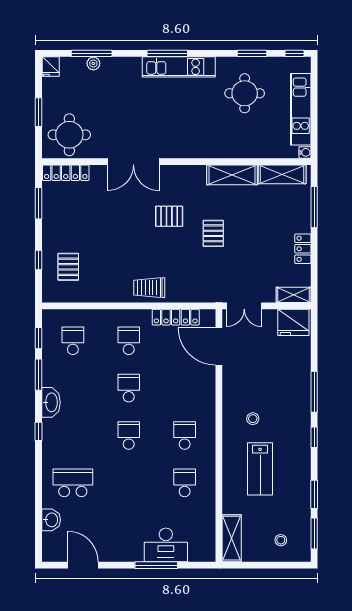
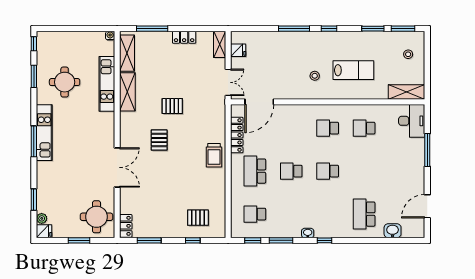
window: (92, 53) -> (34, 200), width x0.69
plant: (93, 63) -> (42, 218), moved
kitchen unit: (301, 109) -> (107, 84), moved, turned 90
locker: (66, 173) -> (126, 226), width x0.66
fridge: (293, 322) -> (238, 50), width x0.53, depth x0.75
school desk: (129, 341) -> (255, 171), width x1.85
washbasin: (51, 402) -> (308, 233), width x0.52, depth x0.69
desk: (166, 545) -> (412, 121), moved

